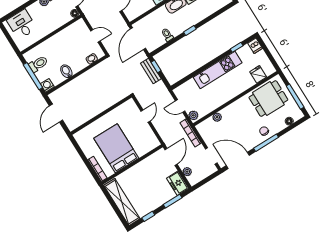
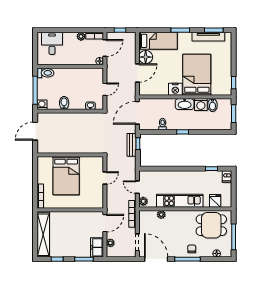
door: (95, 36) -> (105, 89), hinge flipped
toilet: (38, 64) -> (45, 73), moved
kitchen unit: (218, 70) -> (180, 201), moved, turned 180
bed: (116, 148) -> (66, 176), moved, turned 180

